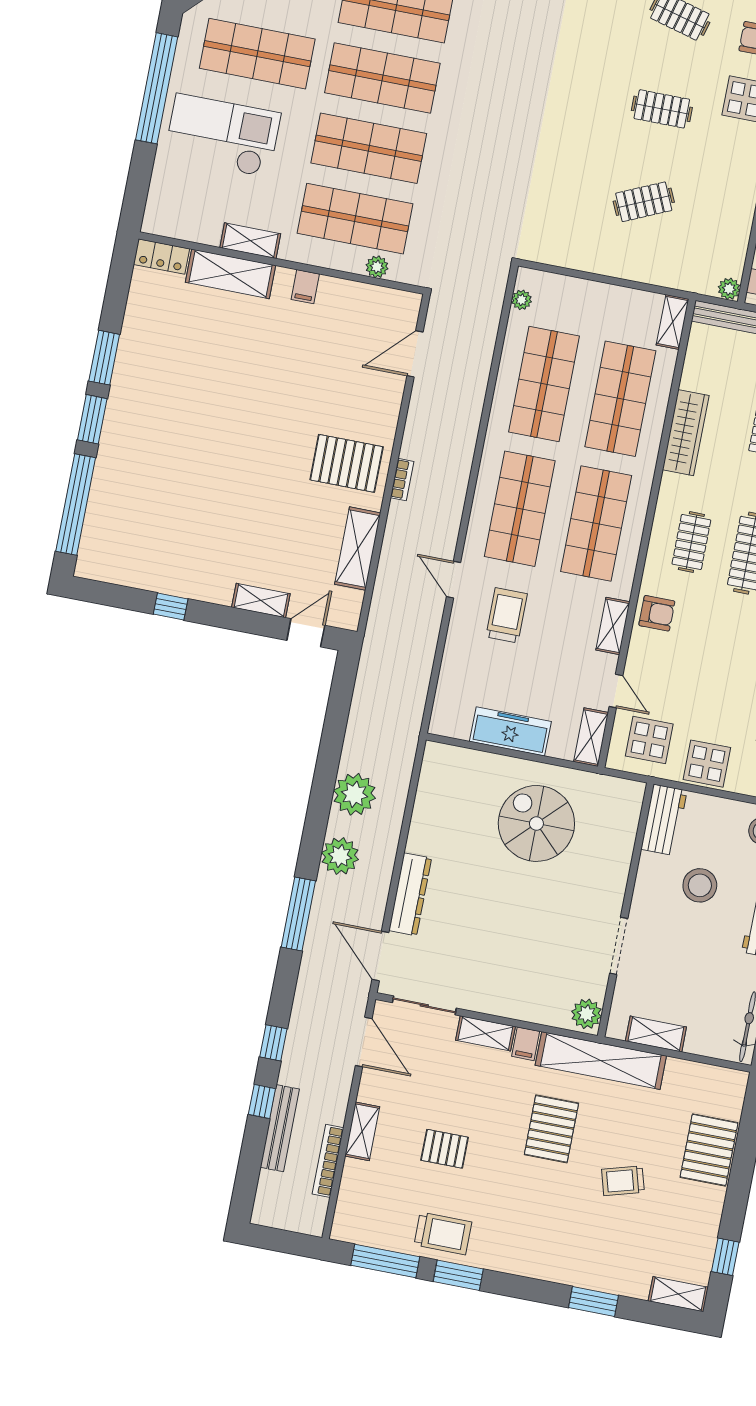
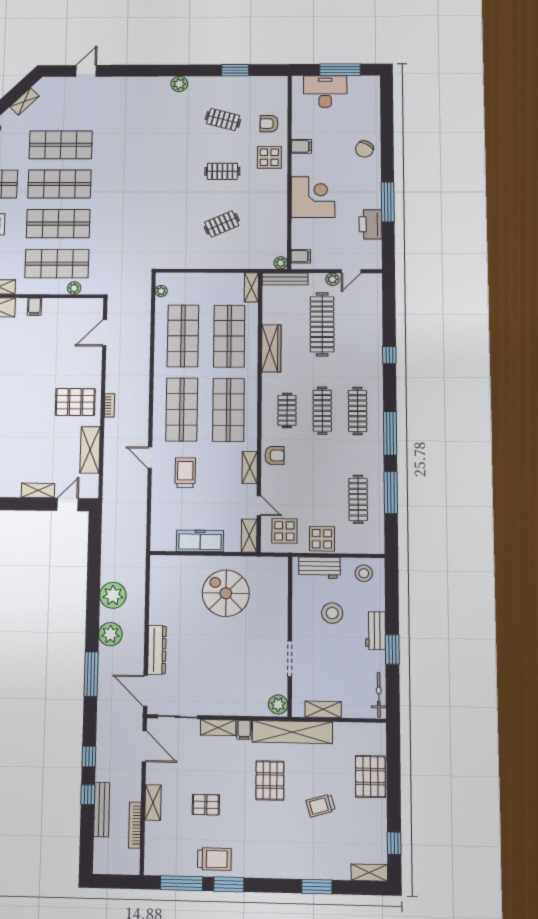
workbench: (664, 820) -> (319, 568), moved, turned 90

